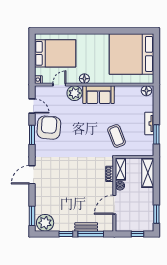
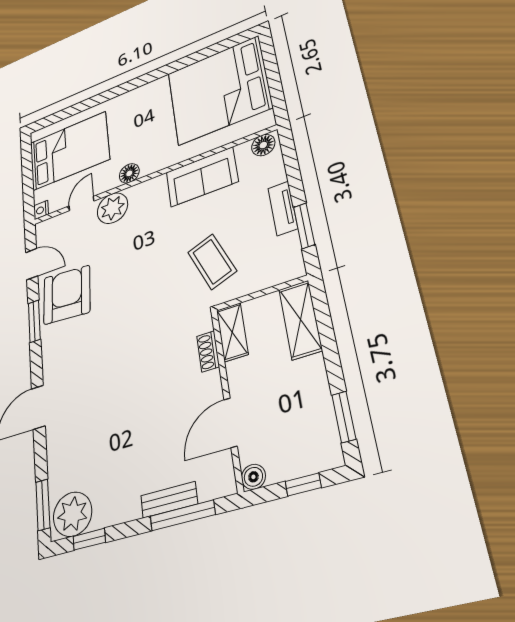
sofa: (99, 95) -> (202, 177), moved
boiler: (120, 186) -> (253, 477), moved
window: (66, 234) -> (89, 539), moved

